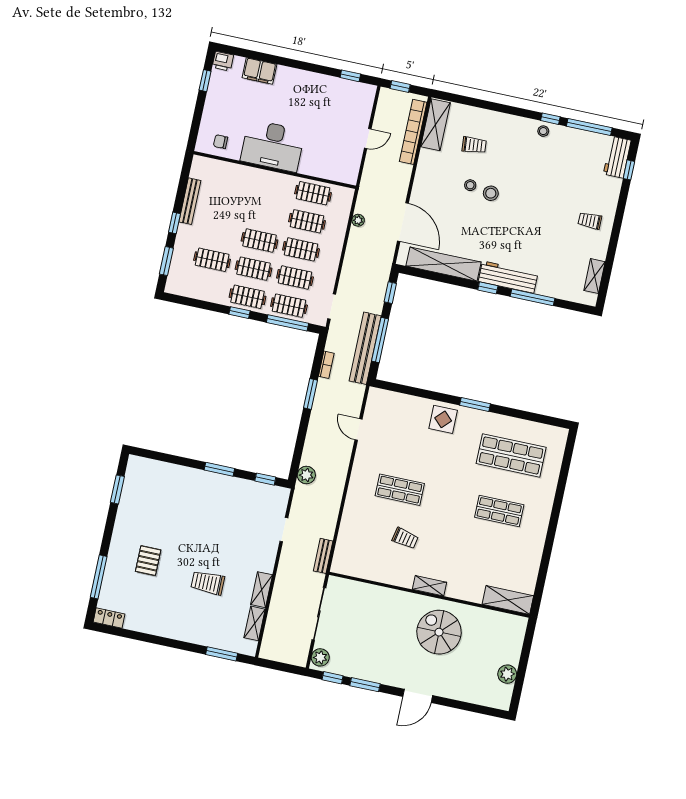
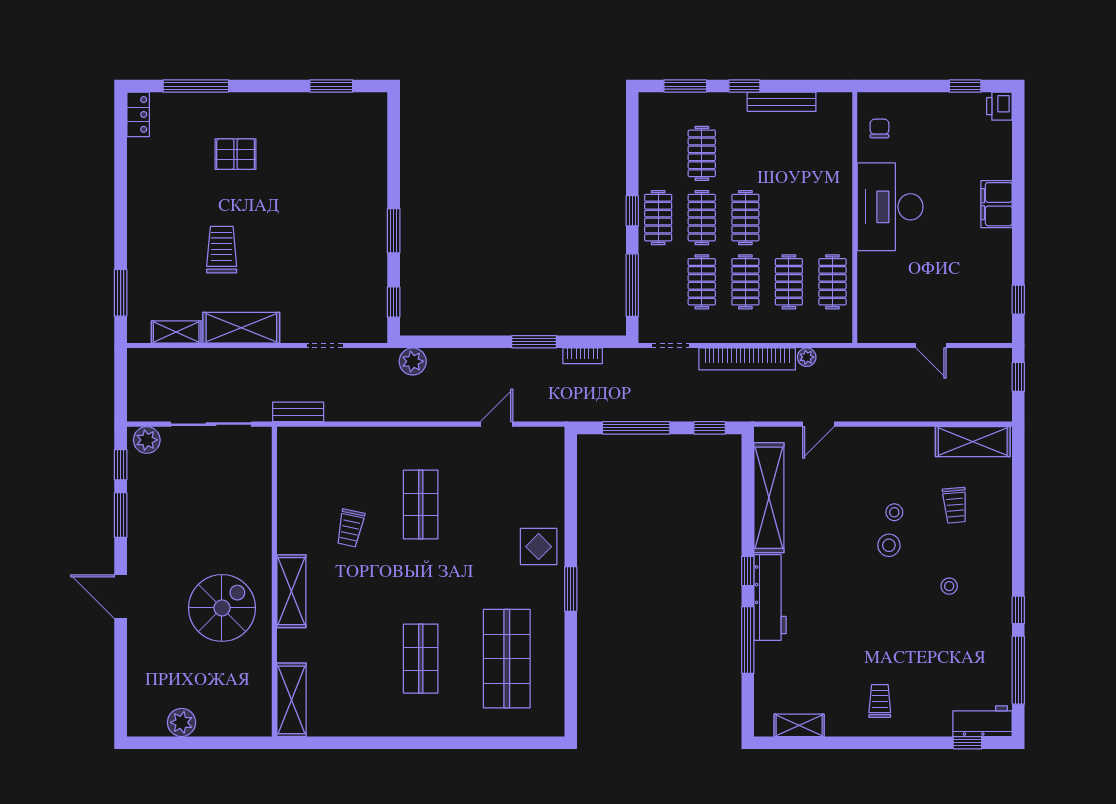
filing cabinet: (259, 71) -> (997, 204), moved
stool: (543, 131) -> (949, 586), moved
bookcase: (413, 132) -> (747, 359), moved, turned 180
door: (403, 222) -> (818, 424), width x0.53
clothes rail: (289, 306) -> (658, 282), removed
bench: (365, 348) -> (619, 408), removed
shelving: (429, 586) -> (291, 591), width x1.50, depth x1.33
shelving: (262, 590) -> (241, 328), width x1.50, depth x1.33

